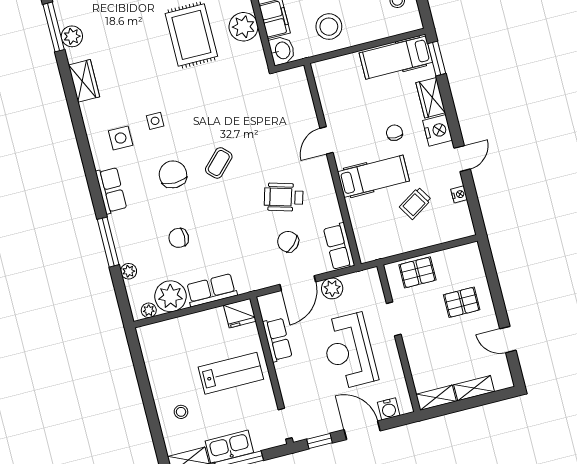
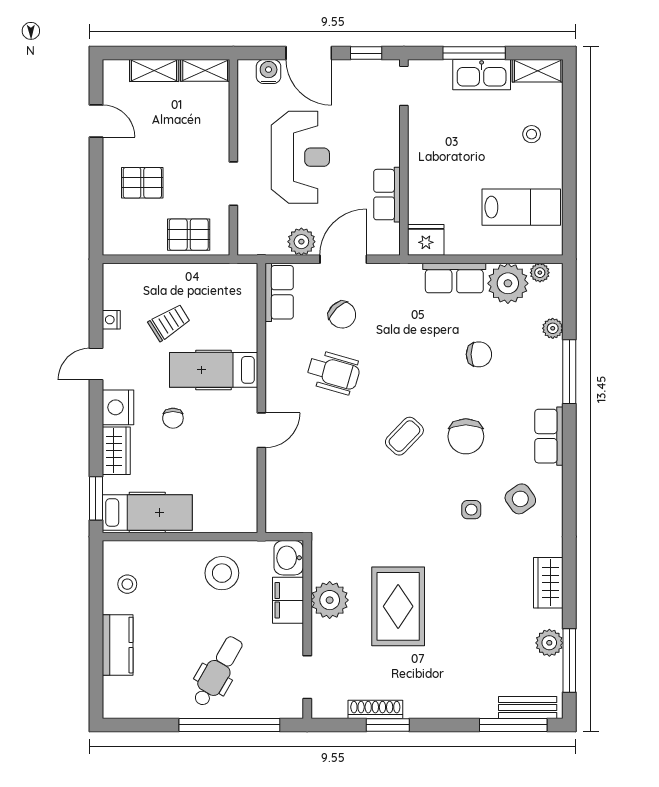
side table: (121, 138) -> (520, 499), turned -35
lab bench: (231, 373) -> (521, 207), moved, turned 180

